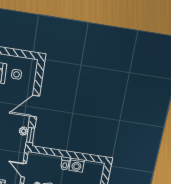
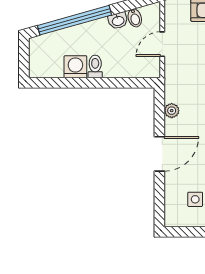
window: (30, 135) -> (159, 106), removed
door: (24, 170) -> (162, 44), swing flipped

